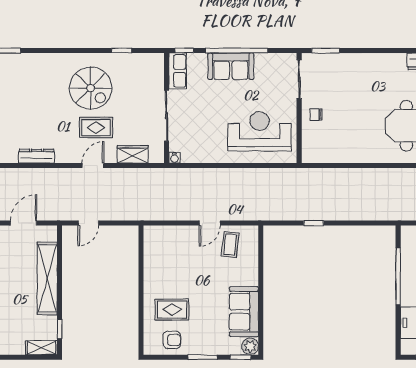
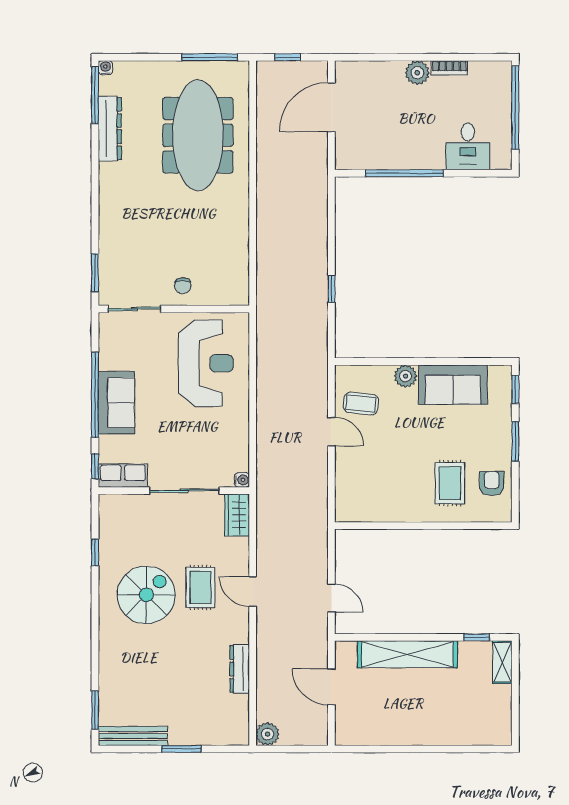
reception desk: (259, 131) -> (206, 363), turned 180
wardrobe: (133, 154) -> (237, 515), moved
plant: (250, 346) -> (406, 376), moved

